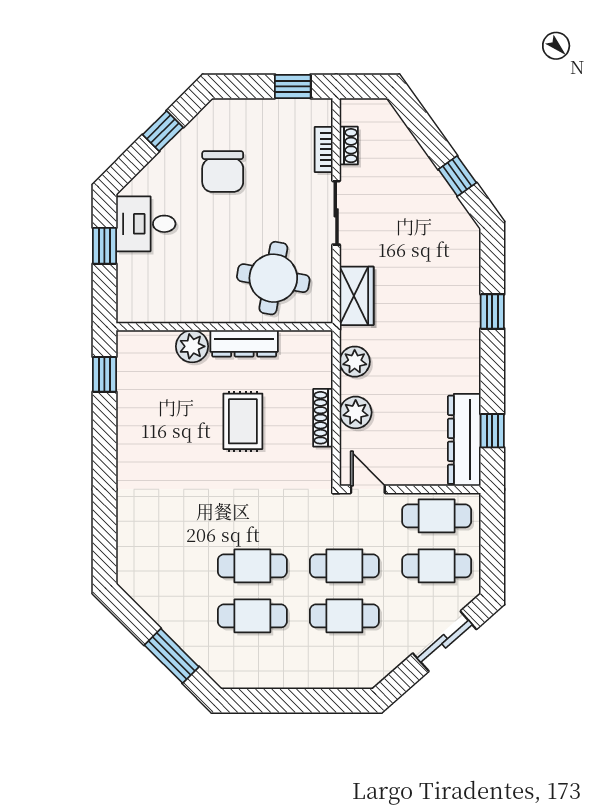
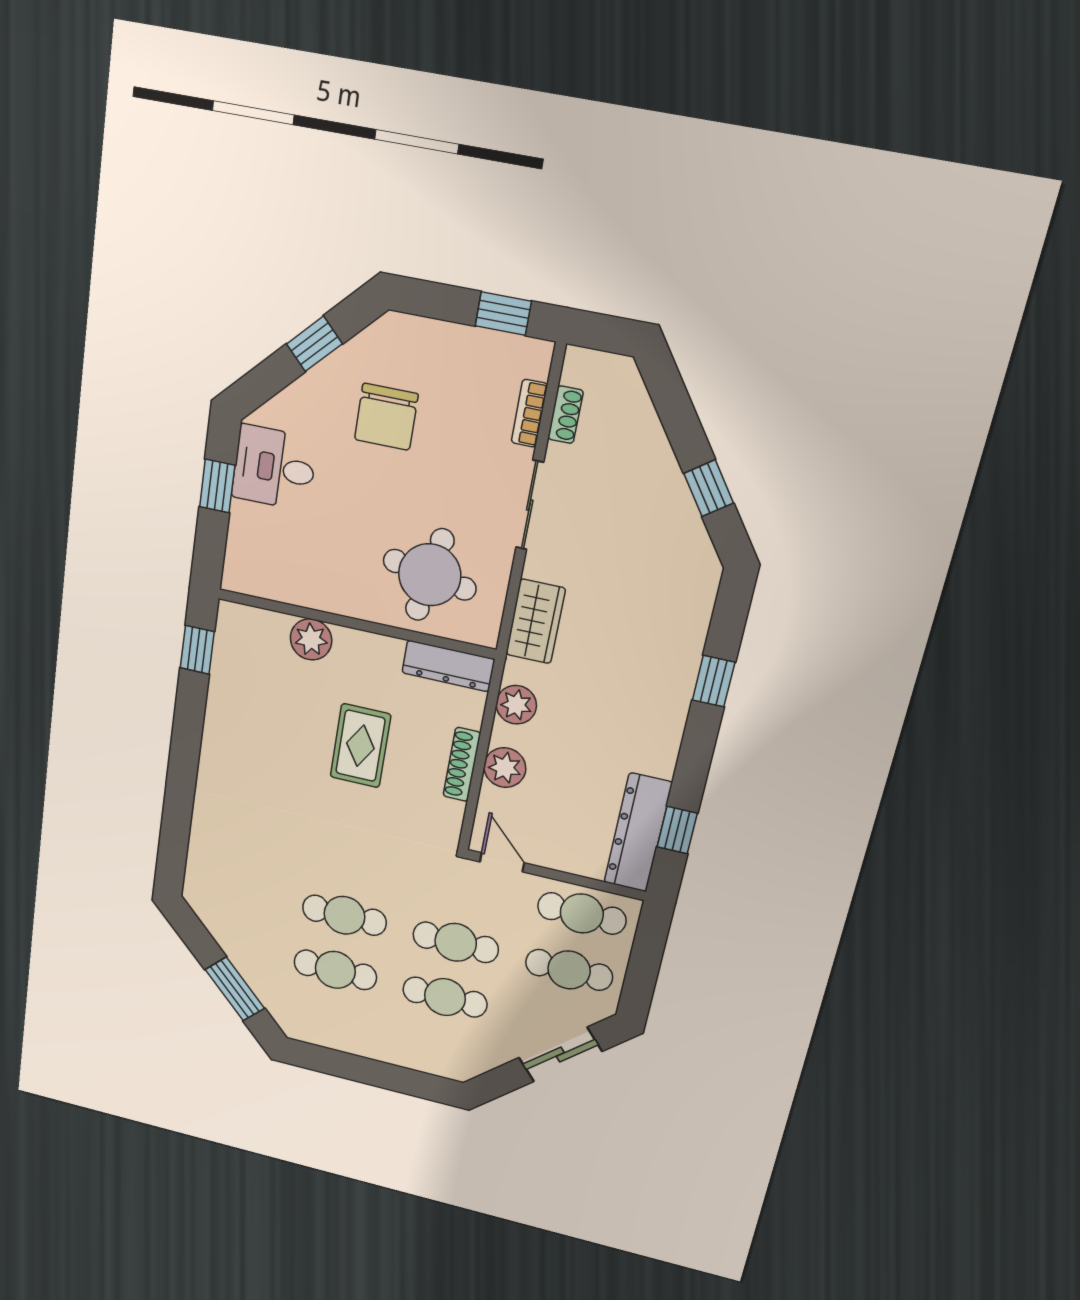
dresser: (244, 343) -> (448, 666), moved

